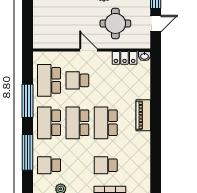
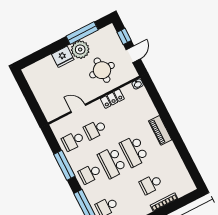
door: (88, 50) -> (78, 108), moved
locker: (125, 58) -> (112, 99), moved
school desk: (49, 80) -> (73, 141), width x0.54
school desk: (49, 123) -> (90, 174), width x0.54

